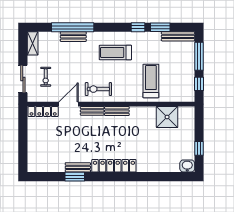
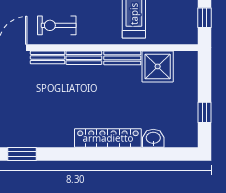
locker: (114, 166) -> (108, 138), moved
washbasin: (187, 166) -> (153, 138), moved
bench: (78, 167) -> (122, 58), moved

